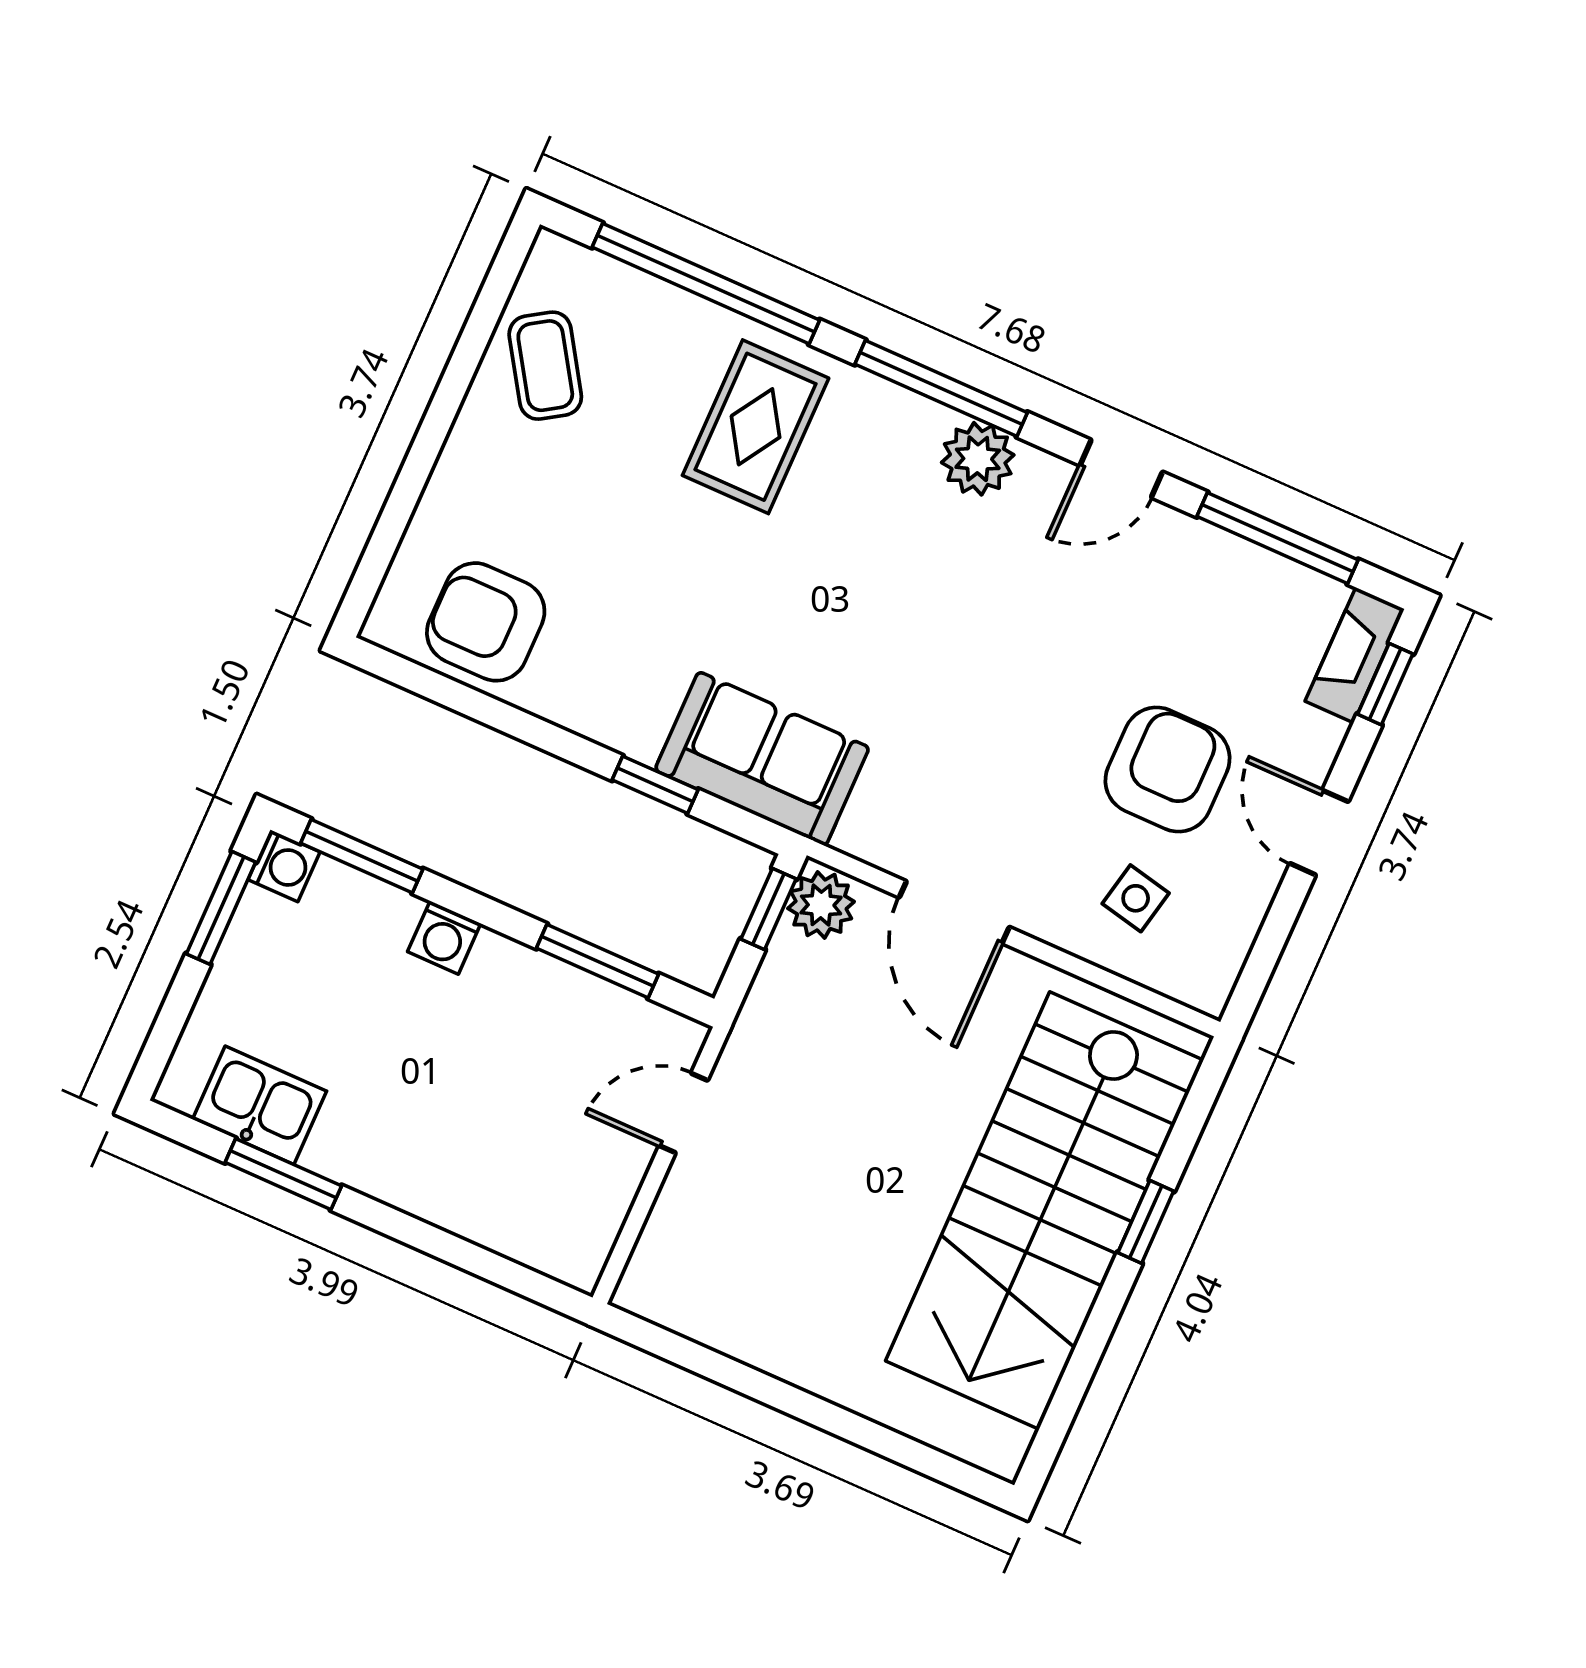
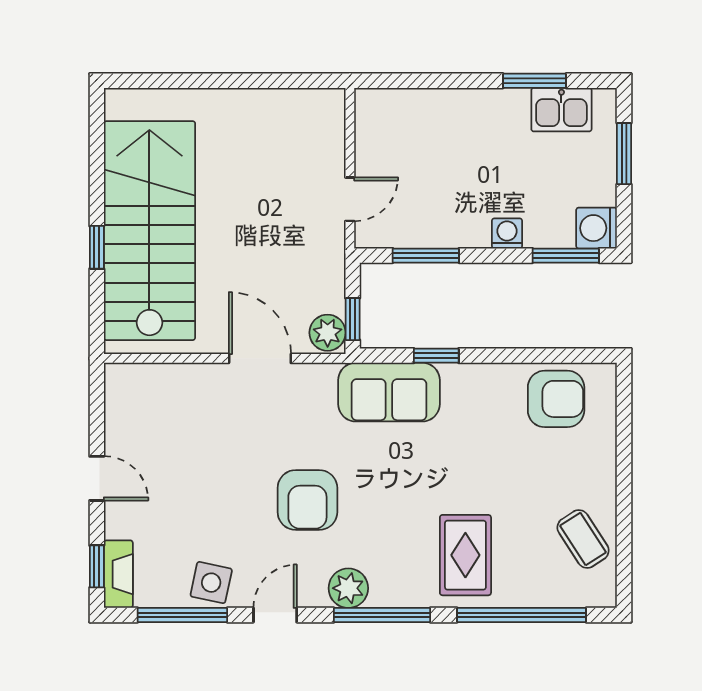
armchair: (1168, 770) -> (307, 500), moved
washing machine: (284, 866) -> (597, 228), width x1.38, depth x1.38
side table: (1136, 898) -> (211, 583), moved, width x1.37, depth x1.37
window: (221, 908) -> (624, 154), moved

